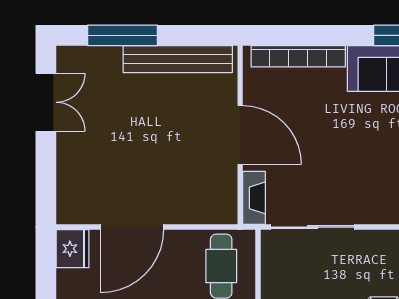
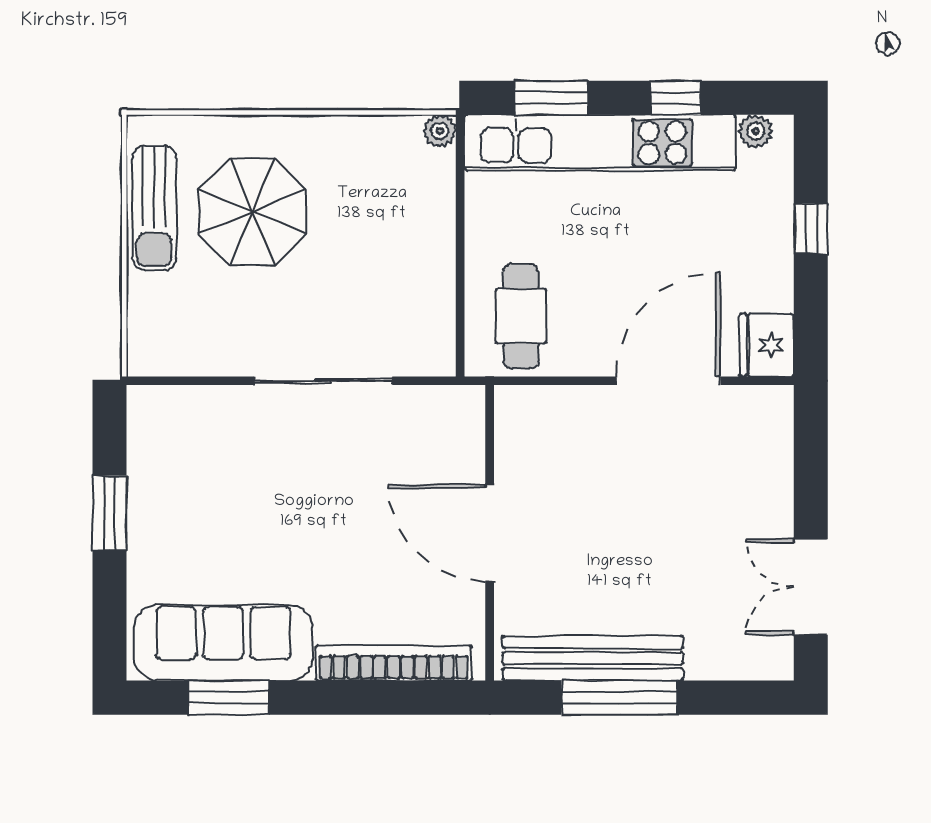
window: (122, 35) -> (619, 698), moved
fireplace: (254, 198) -> (467, 429), removed
sliding door: (313, 227) -> (323, 381), moved

